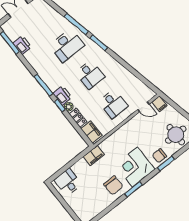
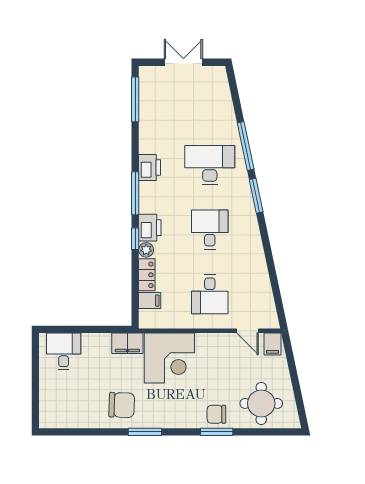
printer: (22, 45) -> (150, 167), moved
desk: (67, 45) -> (210, 165), turned 180
desk: (90, 75) -> (210, 230), turned 180
filing cabinet: (91, 132) -> (150, 301), width x0.50
corner desk: (135, 167) -> (169, 358), moved, turned 180
chair: (113, 185) -> (122, 405), turned -88

